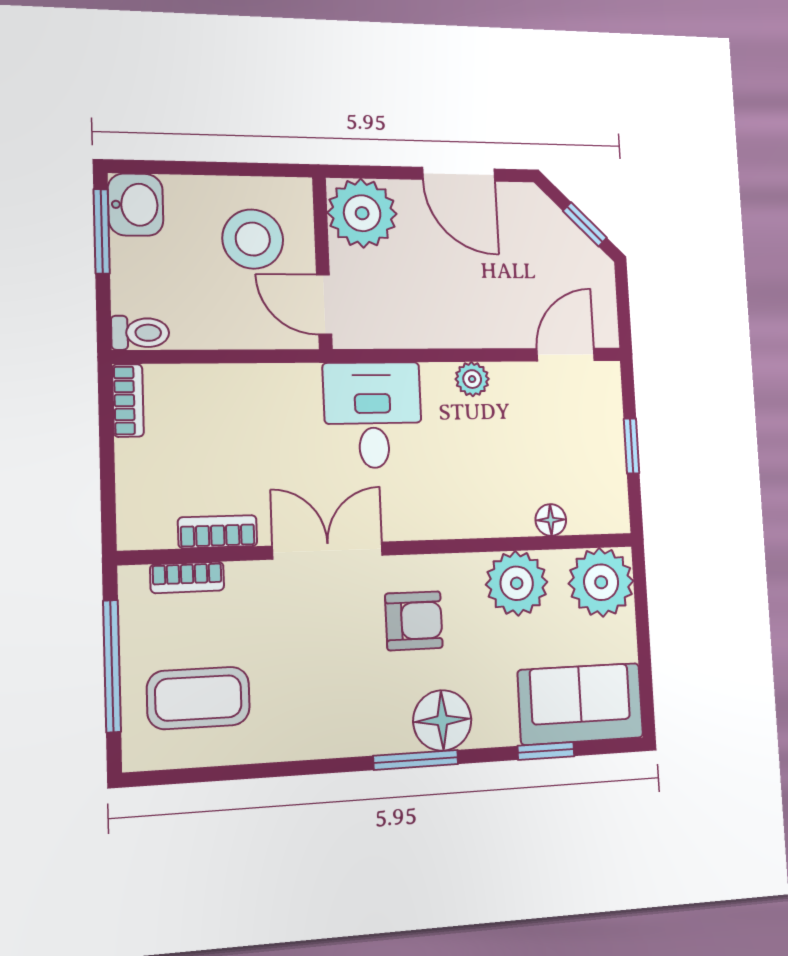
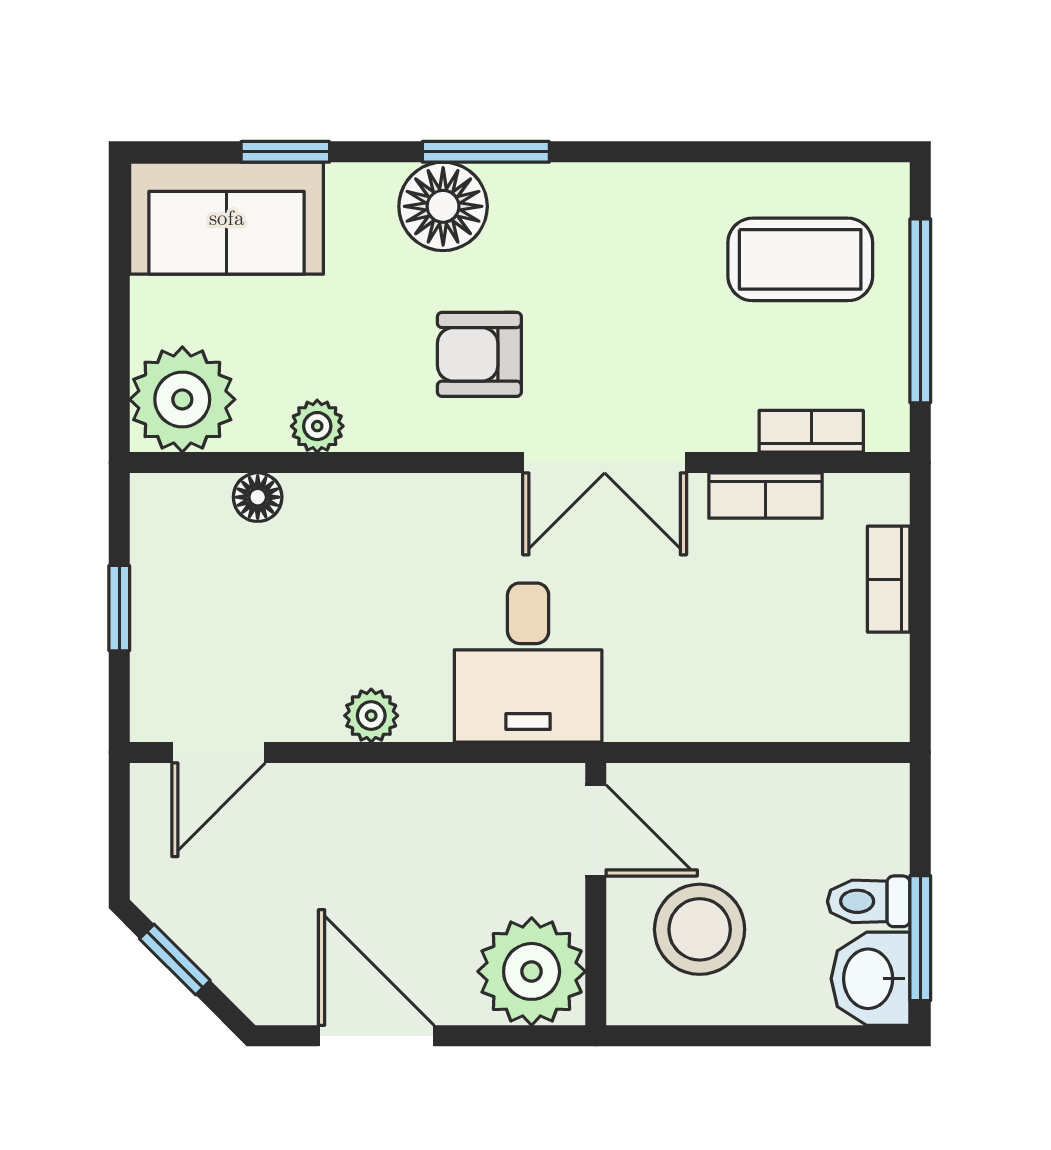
toilet: (140, 333) -> (869, 901), moved
bookcase: (128, 400) -> (889, 579), moved
plant: (517, 583) -> (317, 426), width x0.53, depth x0.53

